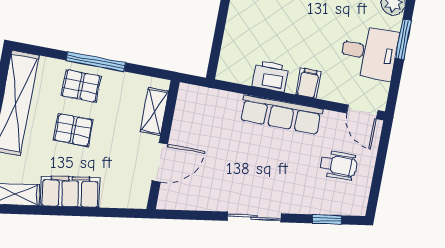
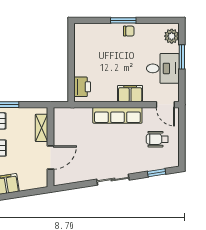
printer: (270, 76) -> (82, 87), moved, turned 90
filing cabinet: (308, 83) -> (130, 94), width x2.00
wheelchair: (338, 165) -> (157, 139), turned 180

